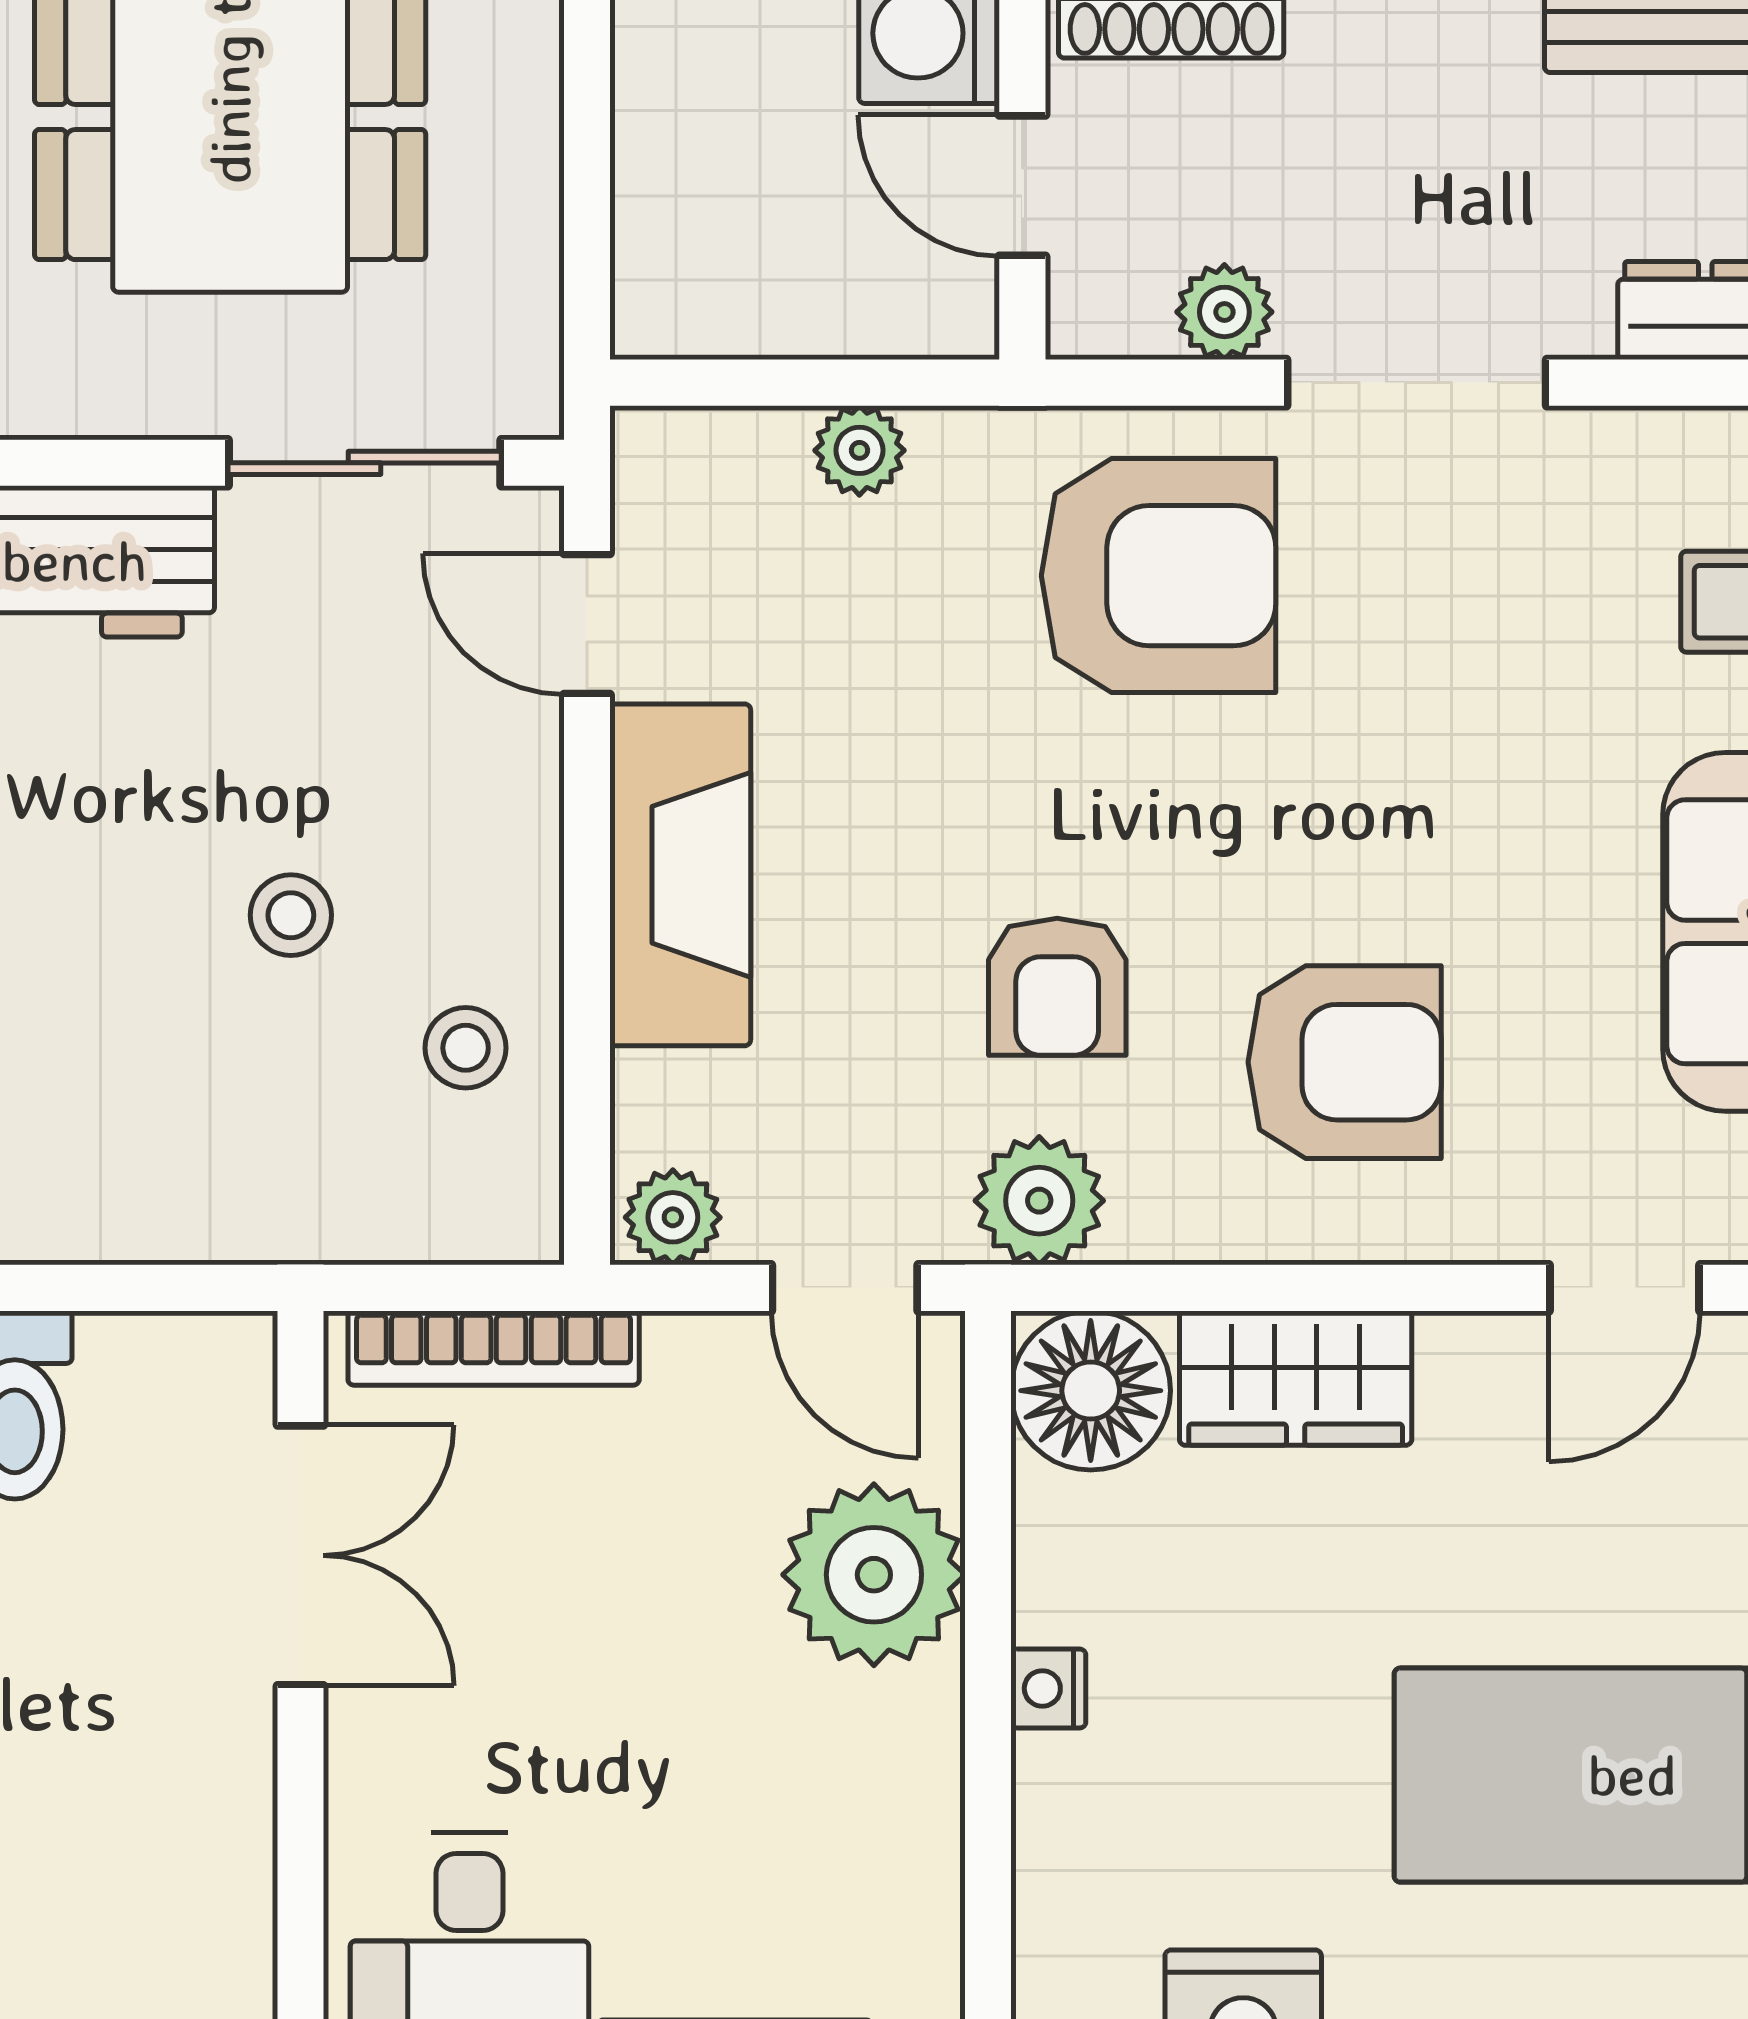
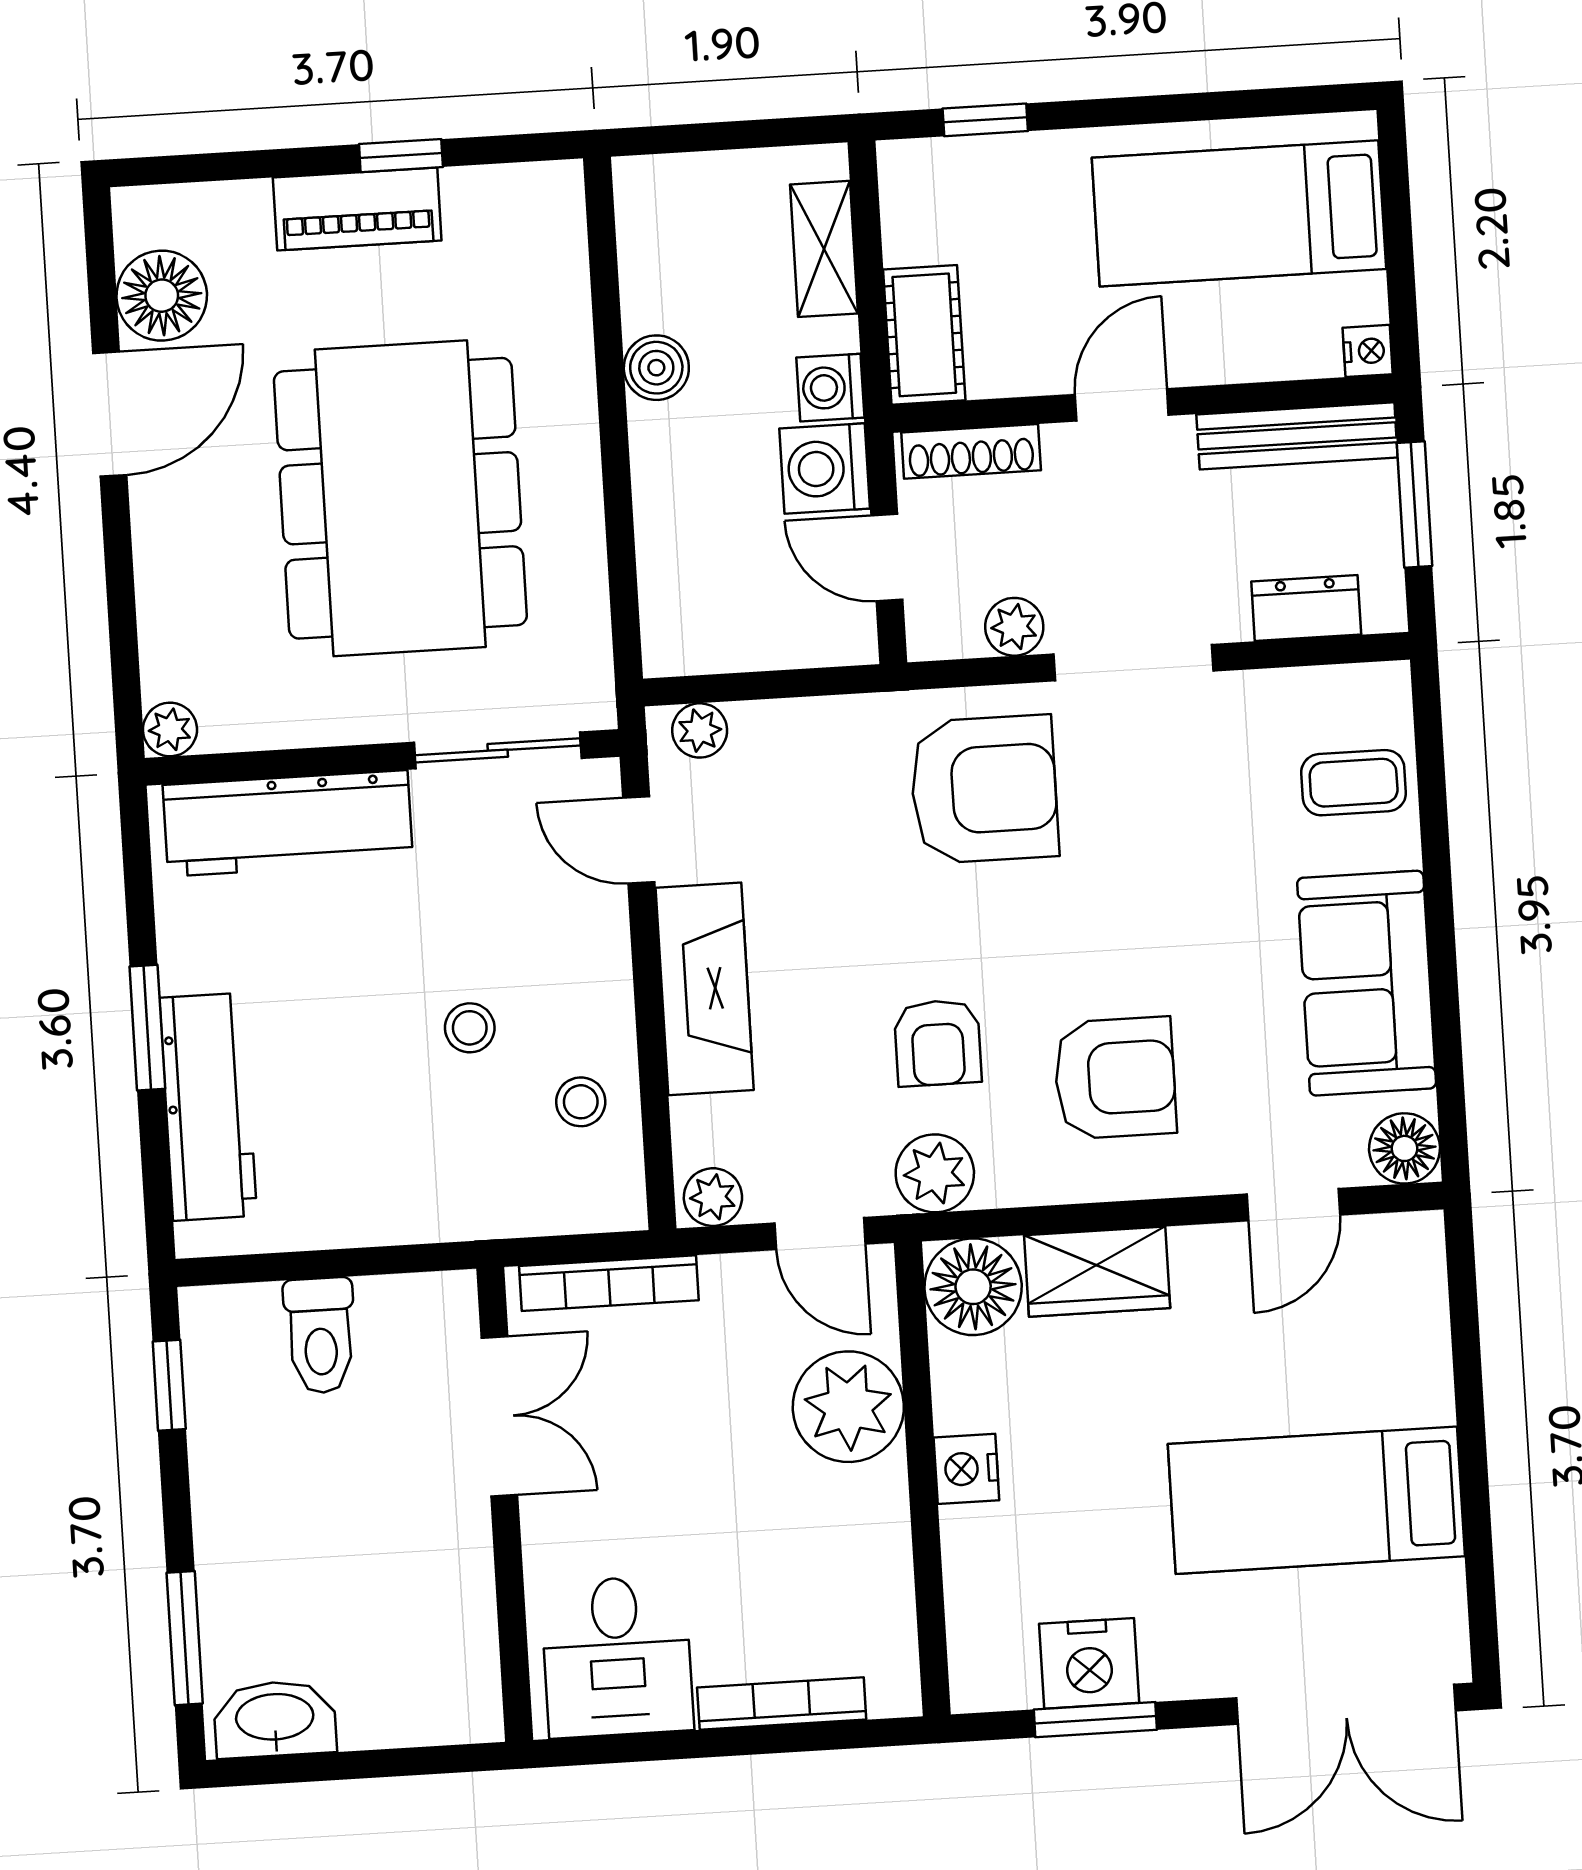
plant: (859, 450) -> (700, 730), moved
nightstand: (1048, 1688) -> (966, 1469), width x1.39, depth x1.35

